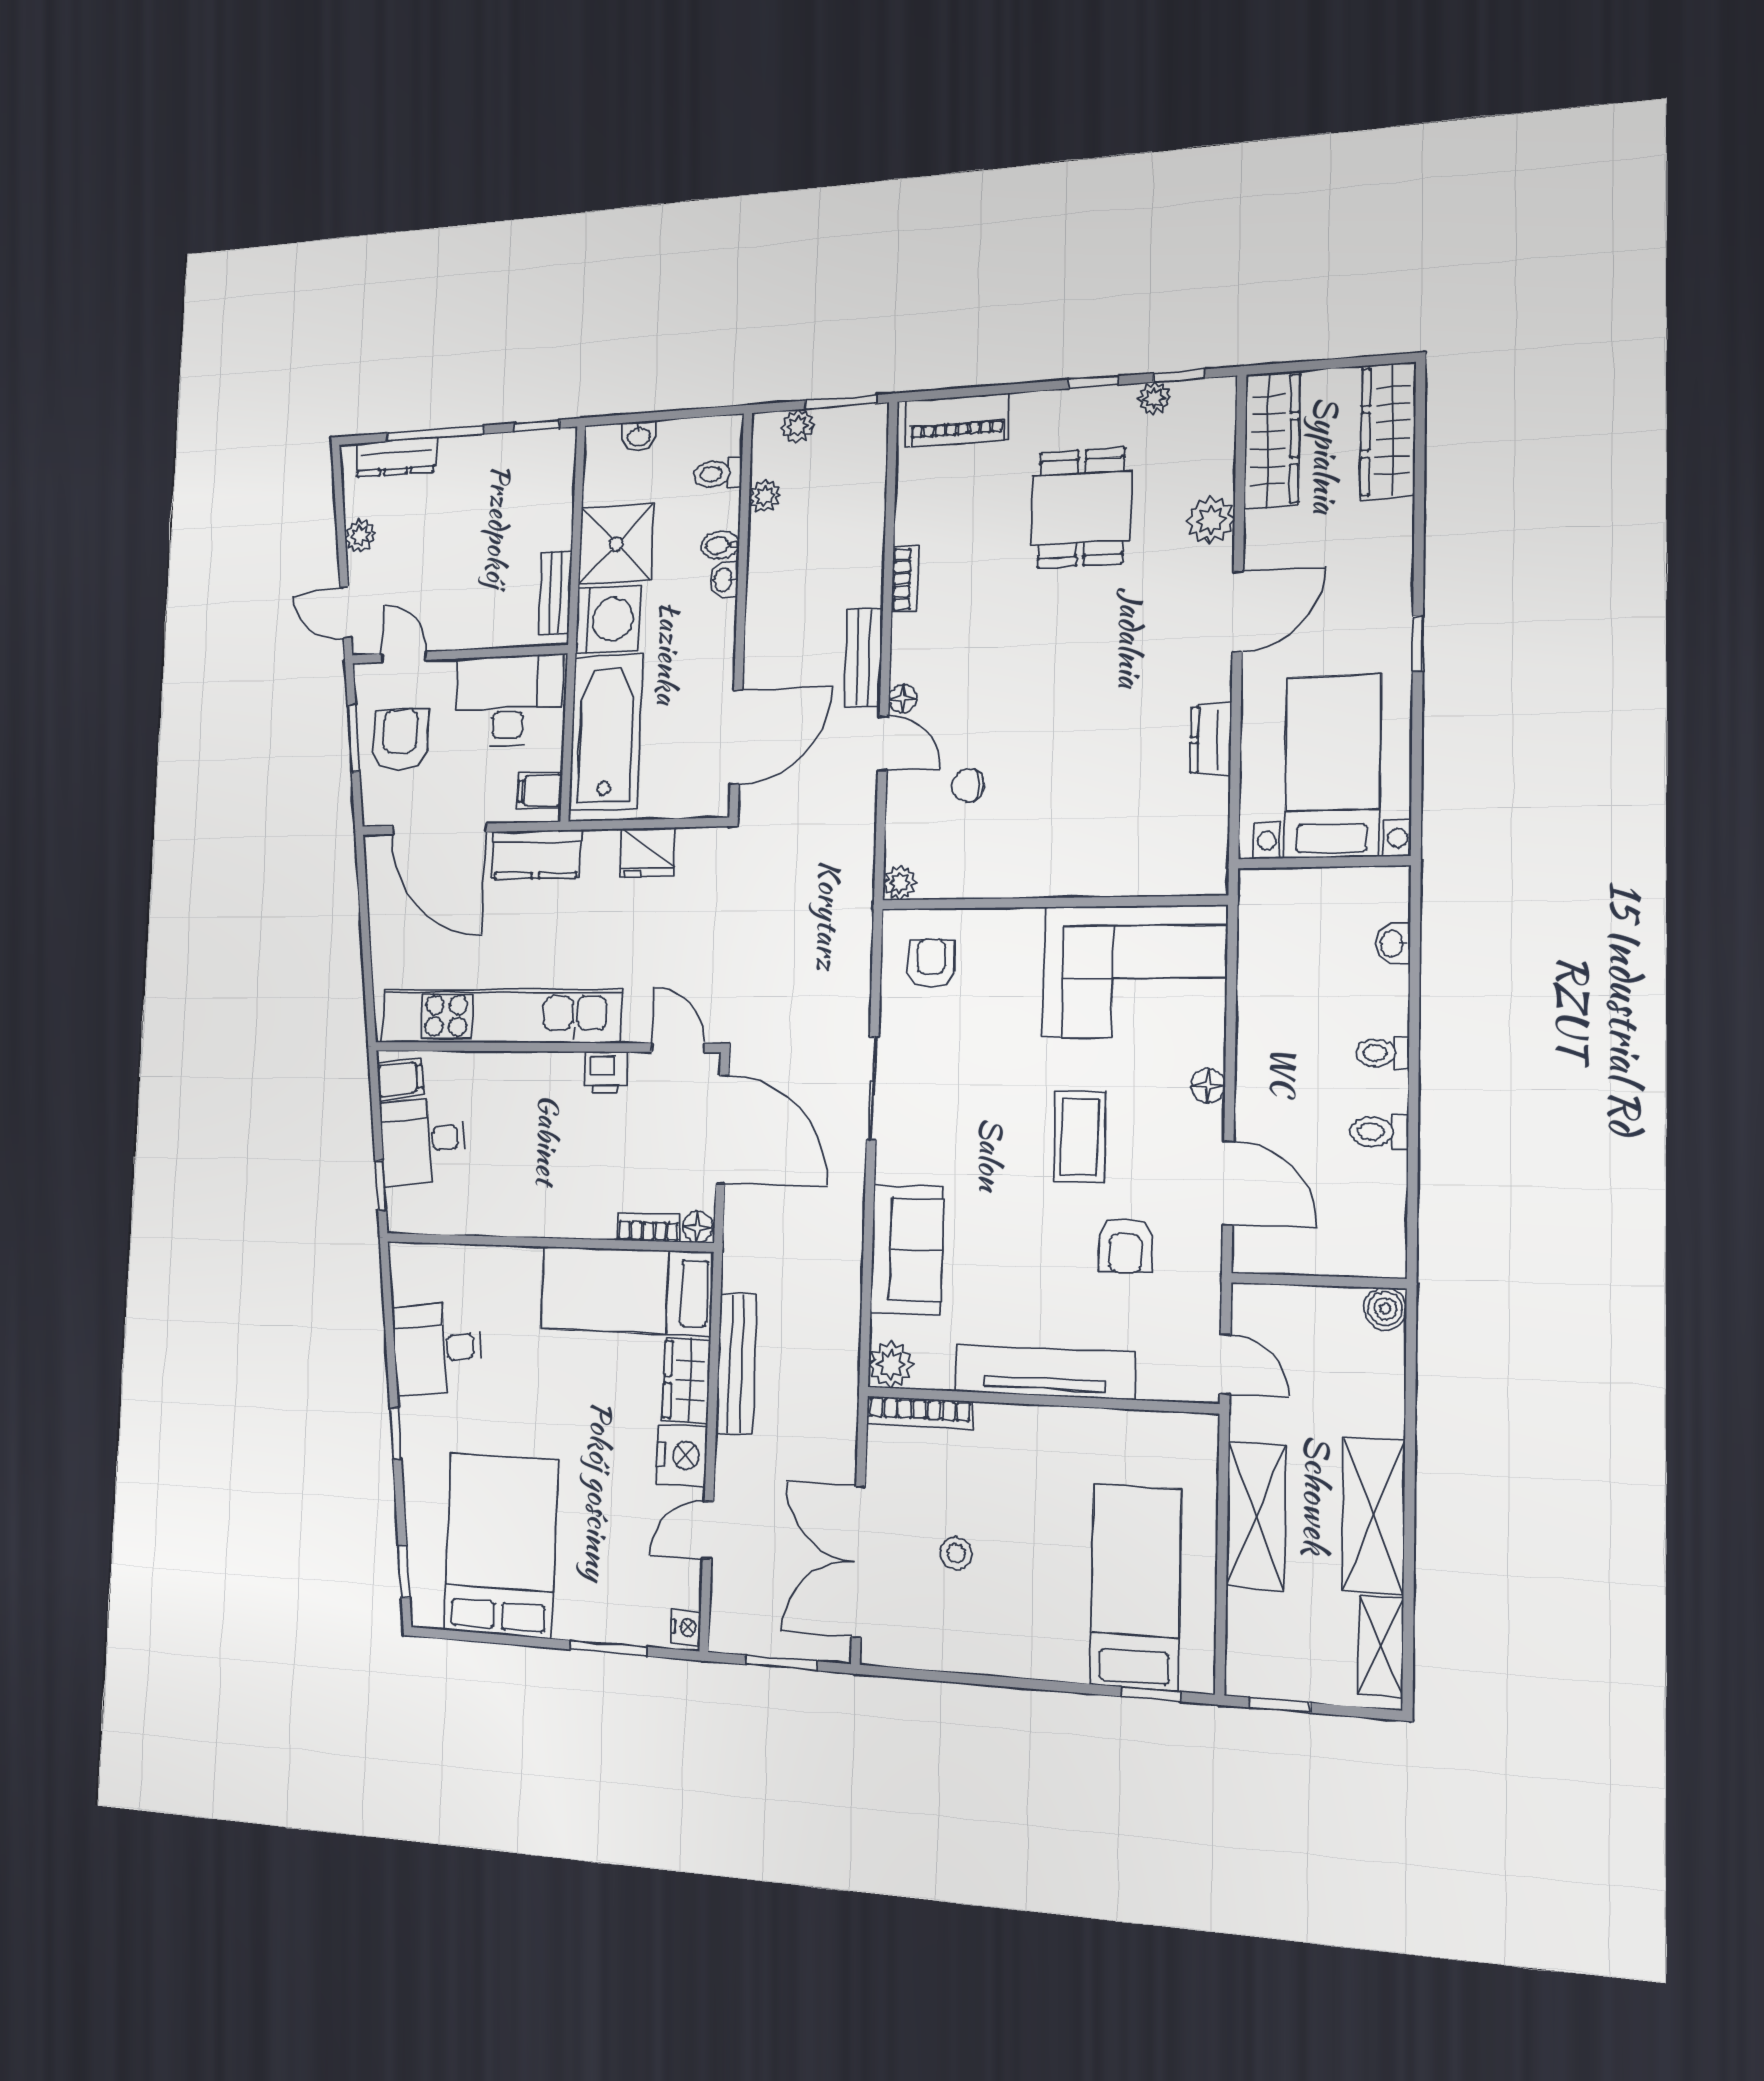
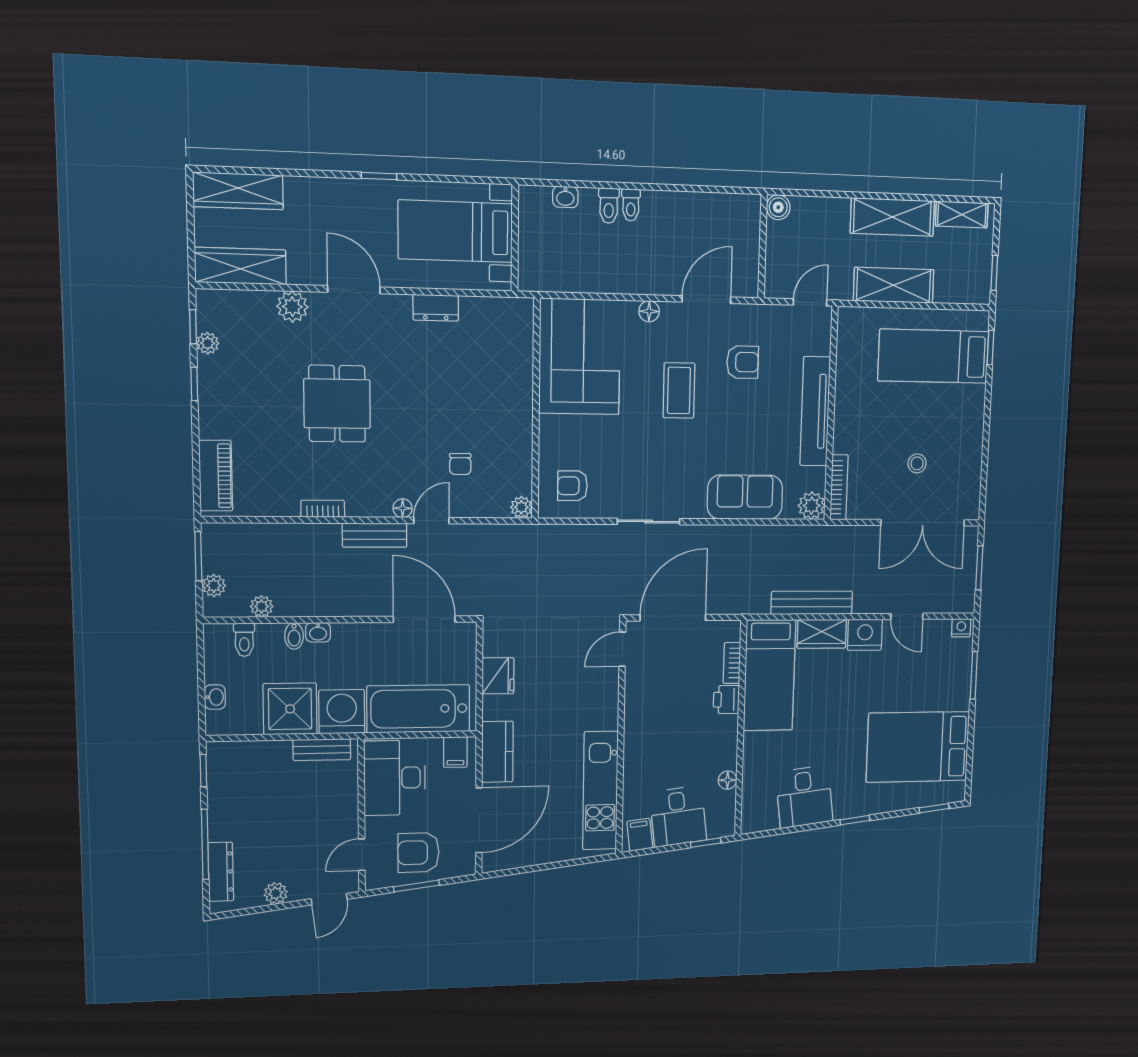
dining table: (1081, 508) -> (337, 404), moved, turned 90
kitchen unit: (501, 1016) -> (600, 791), width x0.73
printer: (606, 1073) -> (726, 700), moved, turned 180
toilet: (1379, 1132) -> (609, 206), moved
coffee table: (1080, 1137) -> (679, 390), turned 90
floor lamp: (698, 1227) -> (728, 780), moved

